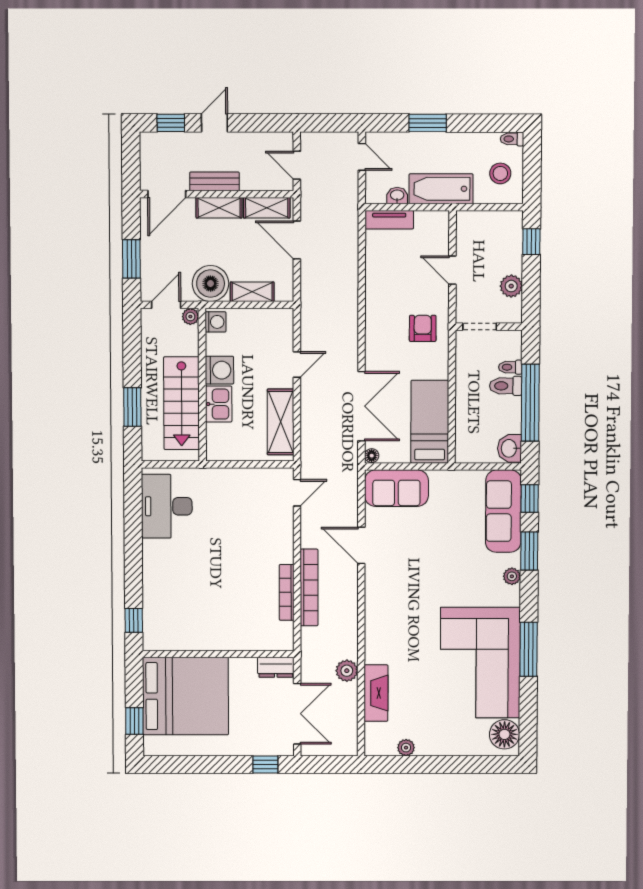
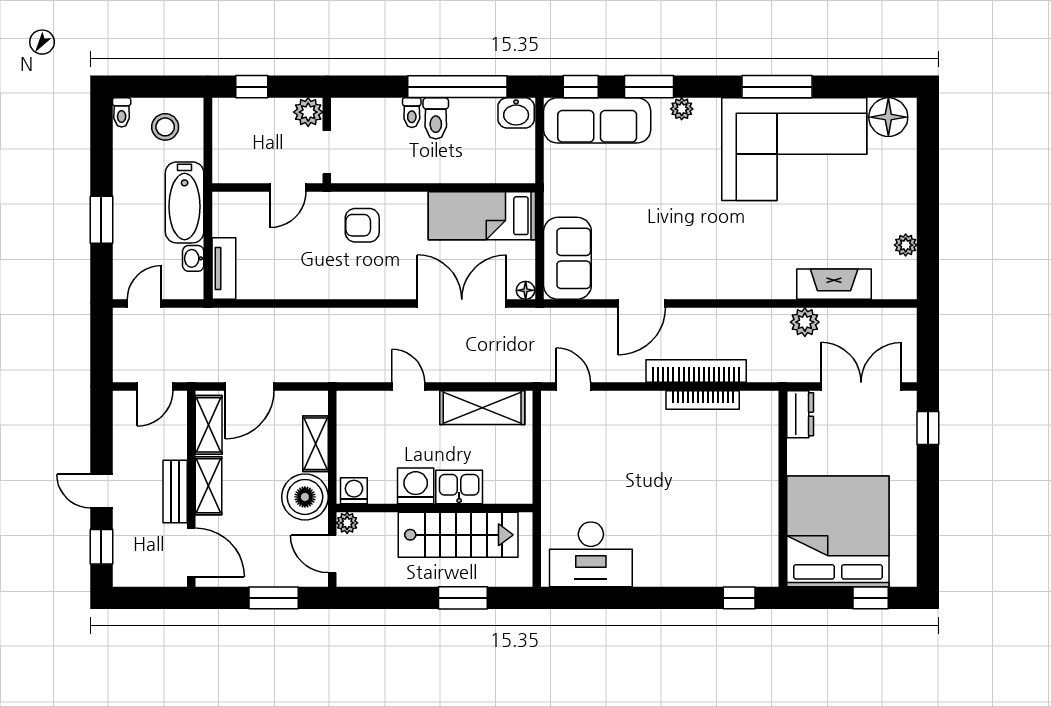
doorway: (480, 327) -> (327, 152), moved
wall: (489, 327) -> (327, 140), moved

